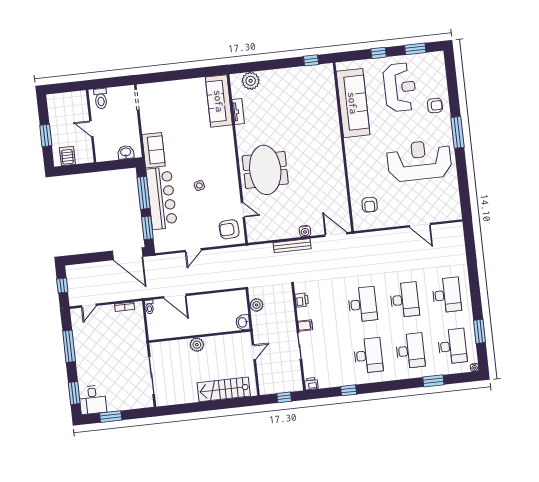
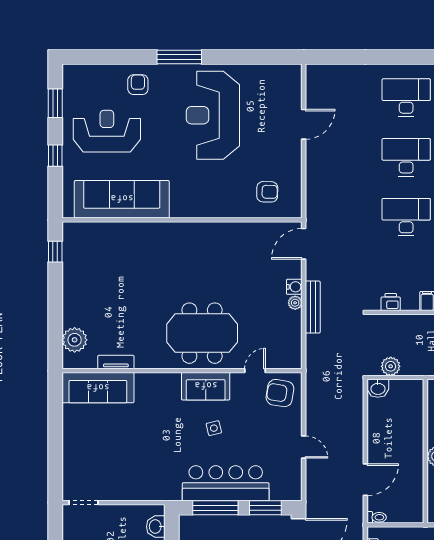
sofa: (154, 150) -> (206, 386), moved, turned 180
armchair: (229, 229) -> (280, 393), turned 102
plant: (294, 233) -> (295, 303), added
washbasin: (243, 322) -> (378, 388), moved

